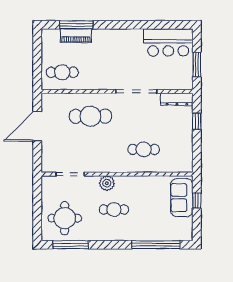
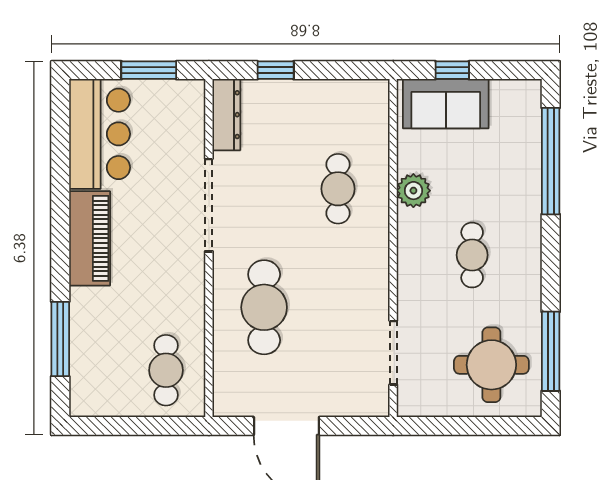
piano: (76, 36) -> (90, 238), moved, width x1.37, depth x1.33
plant: (107, 183) -> (413, 191), moved

